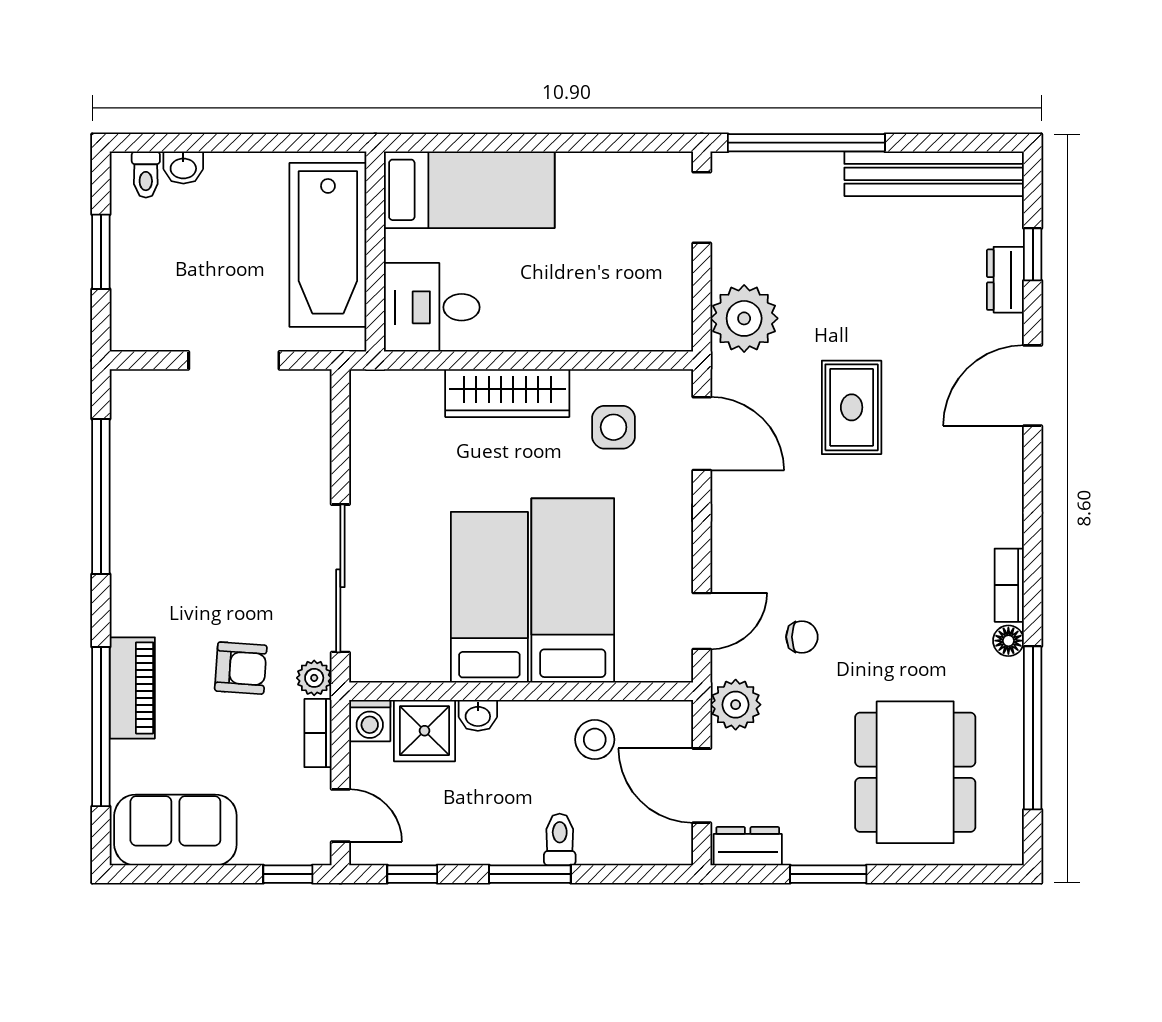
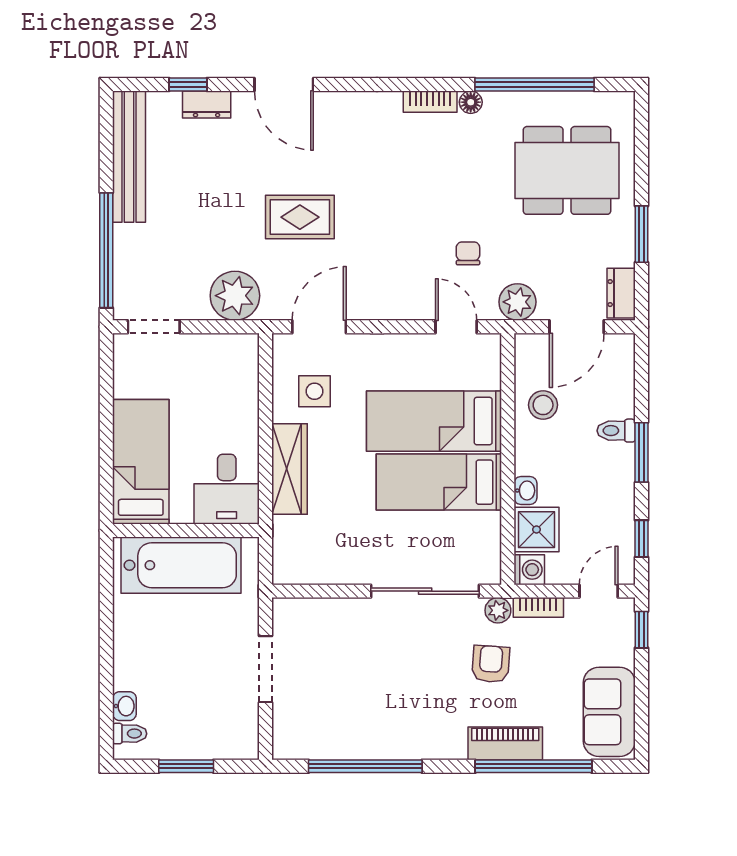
bed: (469, 190) -> (141, 462), moved
bathtub: (328, 245) -> (181, 565), moved
wall: (375, 252) -> (186, 531), moved
desk: (432, 307) -> (227, 489), moved

